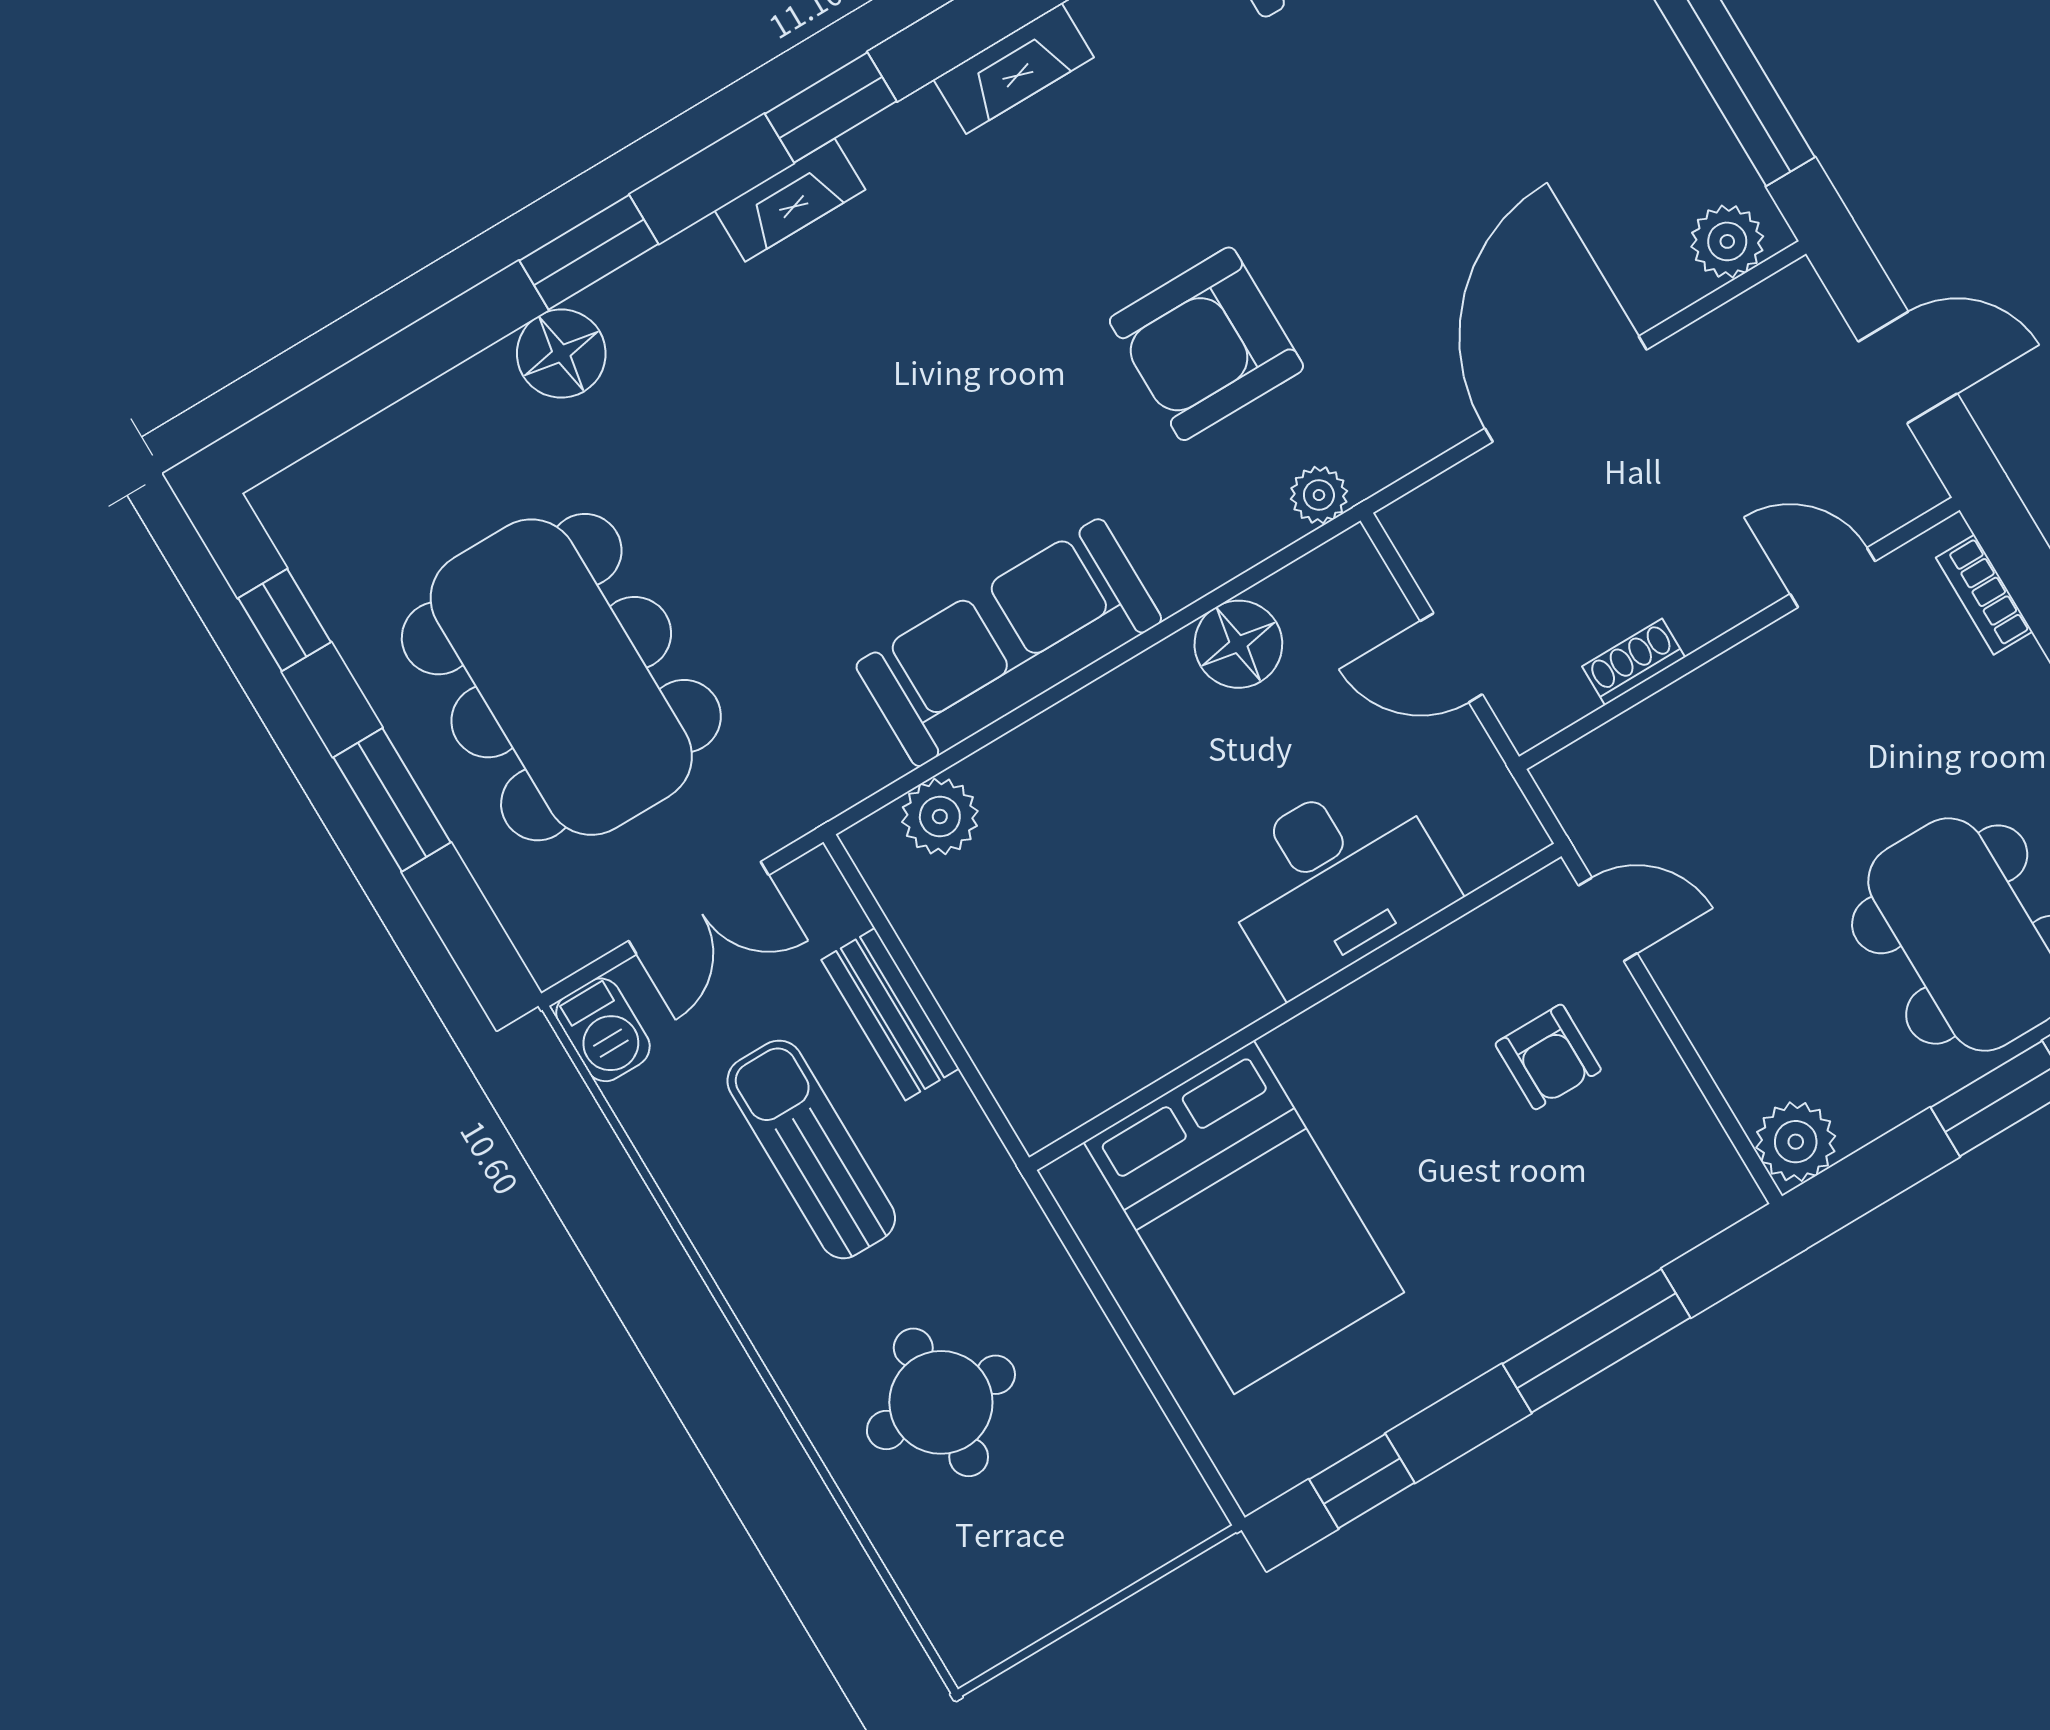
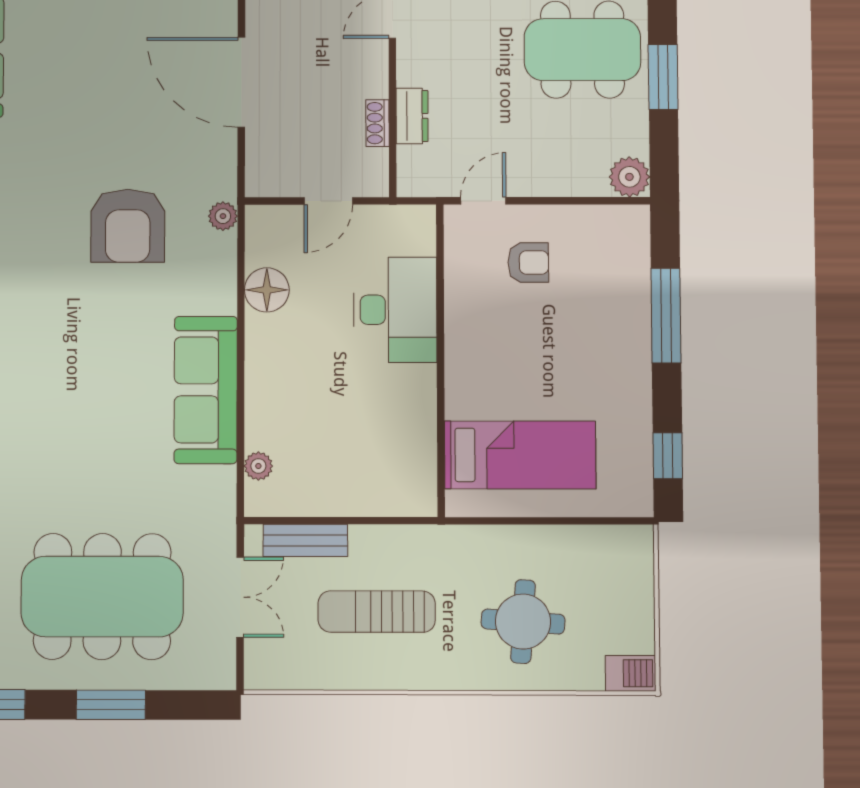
dresser: (1681, 713) -> (412, 116), added
plant: (940, 817) -> (258, 466), width x0.73, depth x0.73
bench: (890, 1014) -> (305, 540), moved
barbecue: (603, 1030) -> (631, 673), moved
bed: (1244, 1217) -> (520, 455), width x0.67

